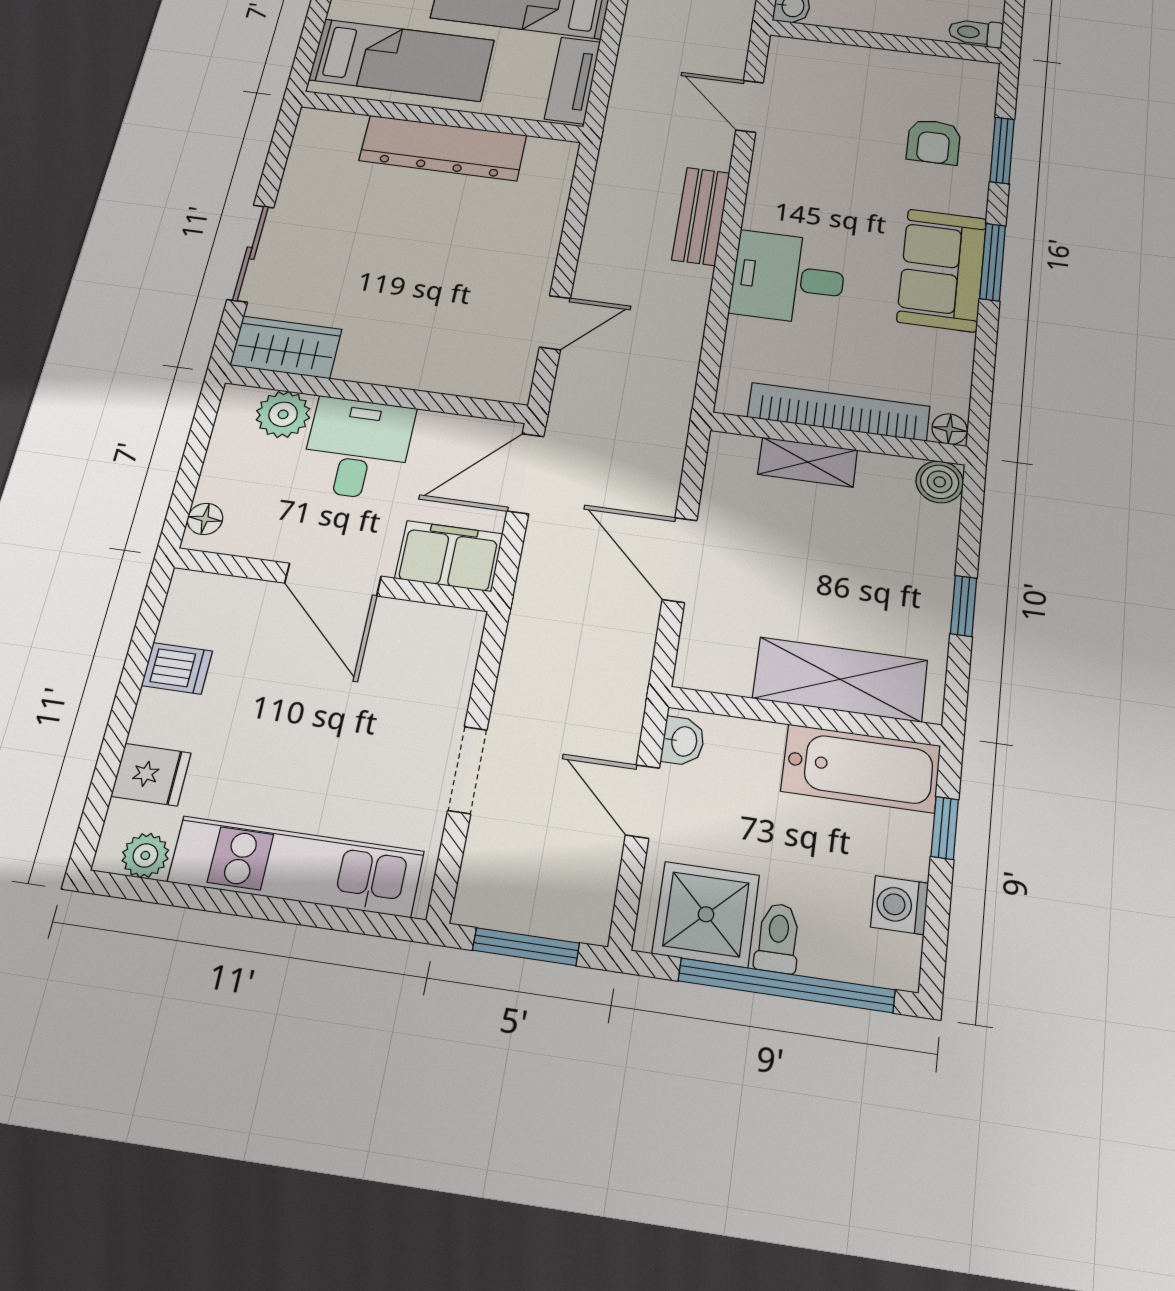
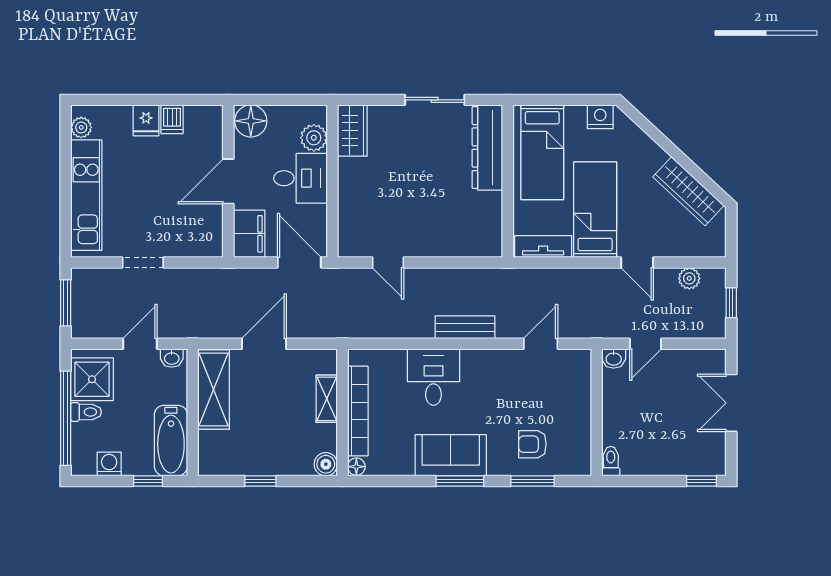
dresser: (443, 148) -> (487, 148), moved
sliding door: (251, 253) -> (435, 100), moved
floor lamp: (205, 519) -> (251, 121), width x1.89, depth x1.89
shelving: (840, 679) -> (214, 389), moved
fridge: (151, 775) -> (146, 120), moved

